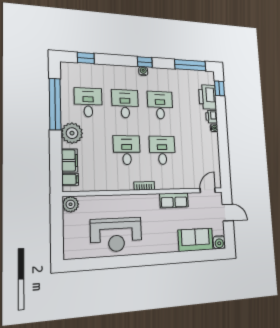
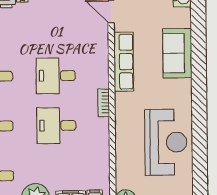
row of seats: (174, 200) -> (124, 62), width x1.48
sofa: (196, 240) -> (177, 53), moved

